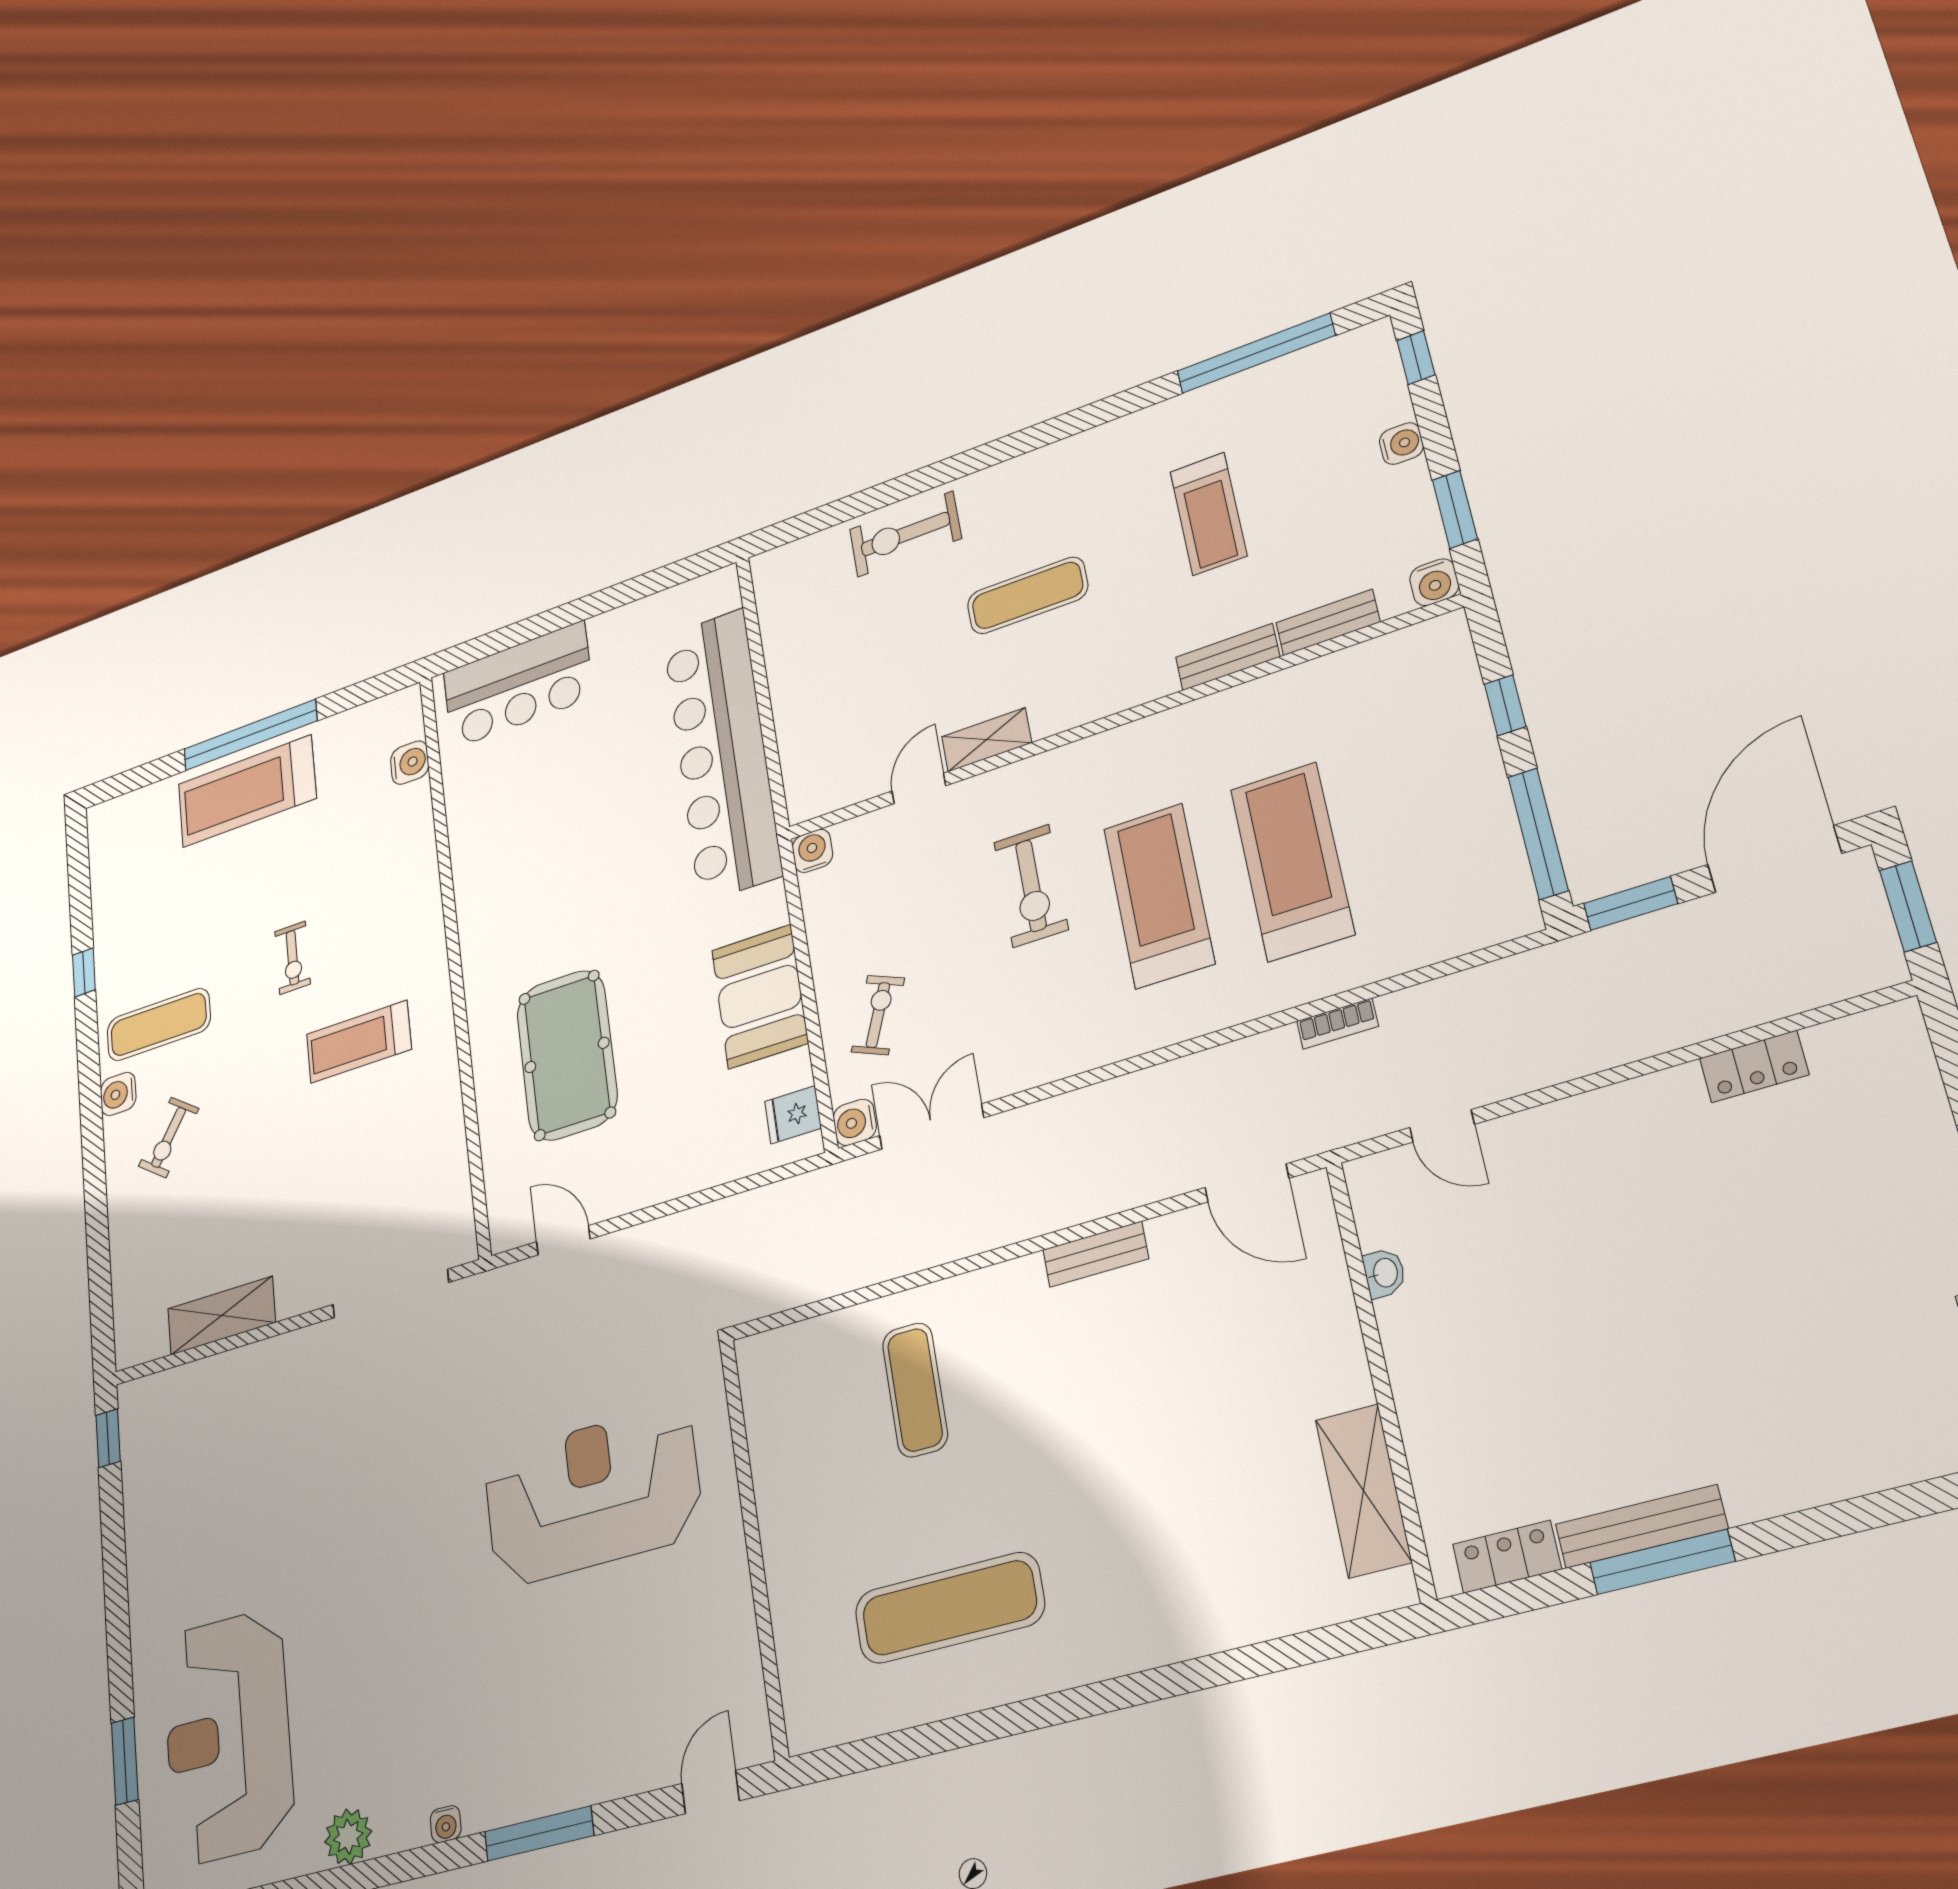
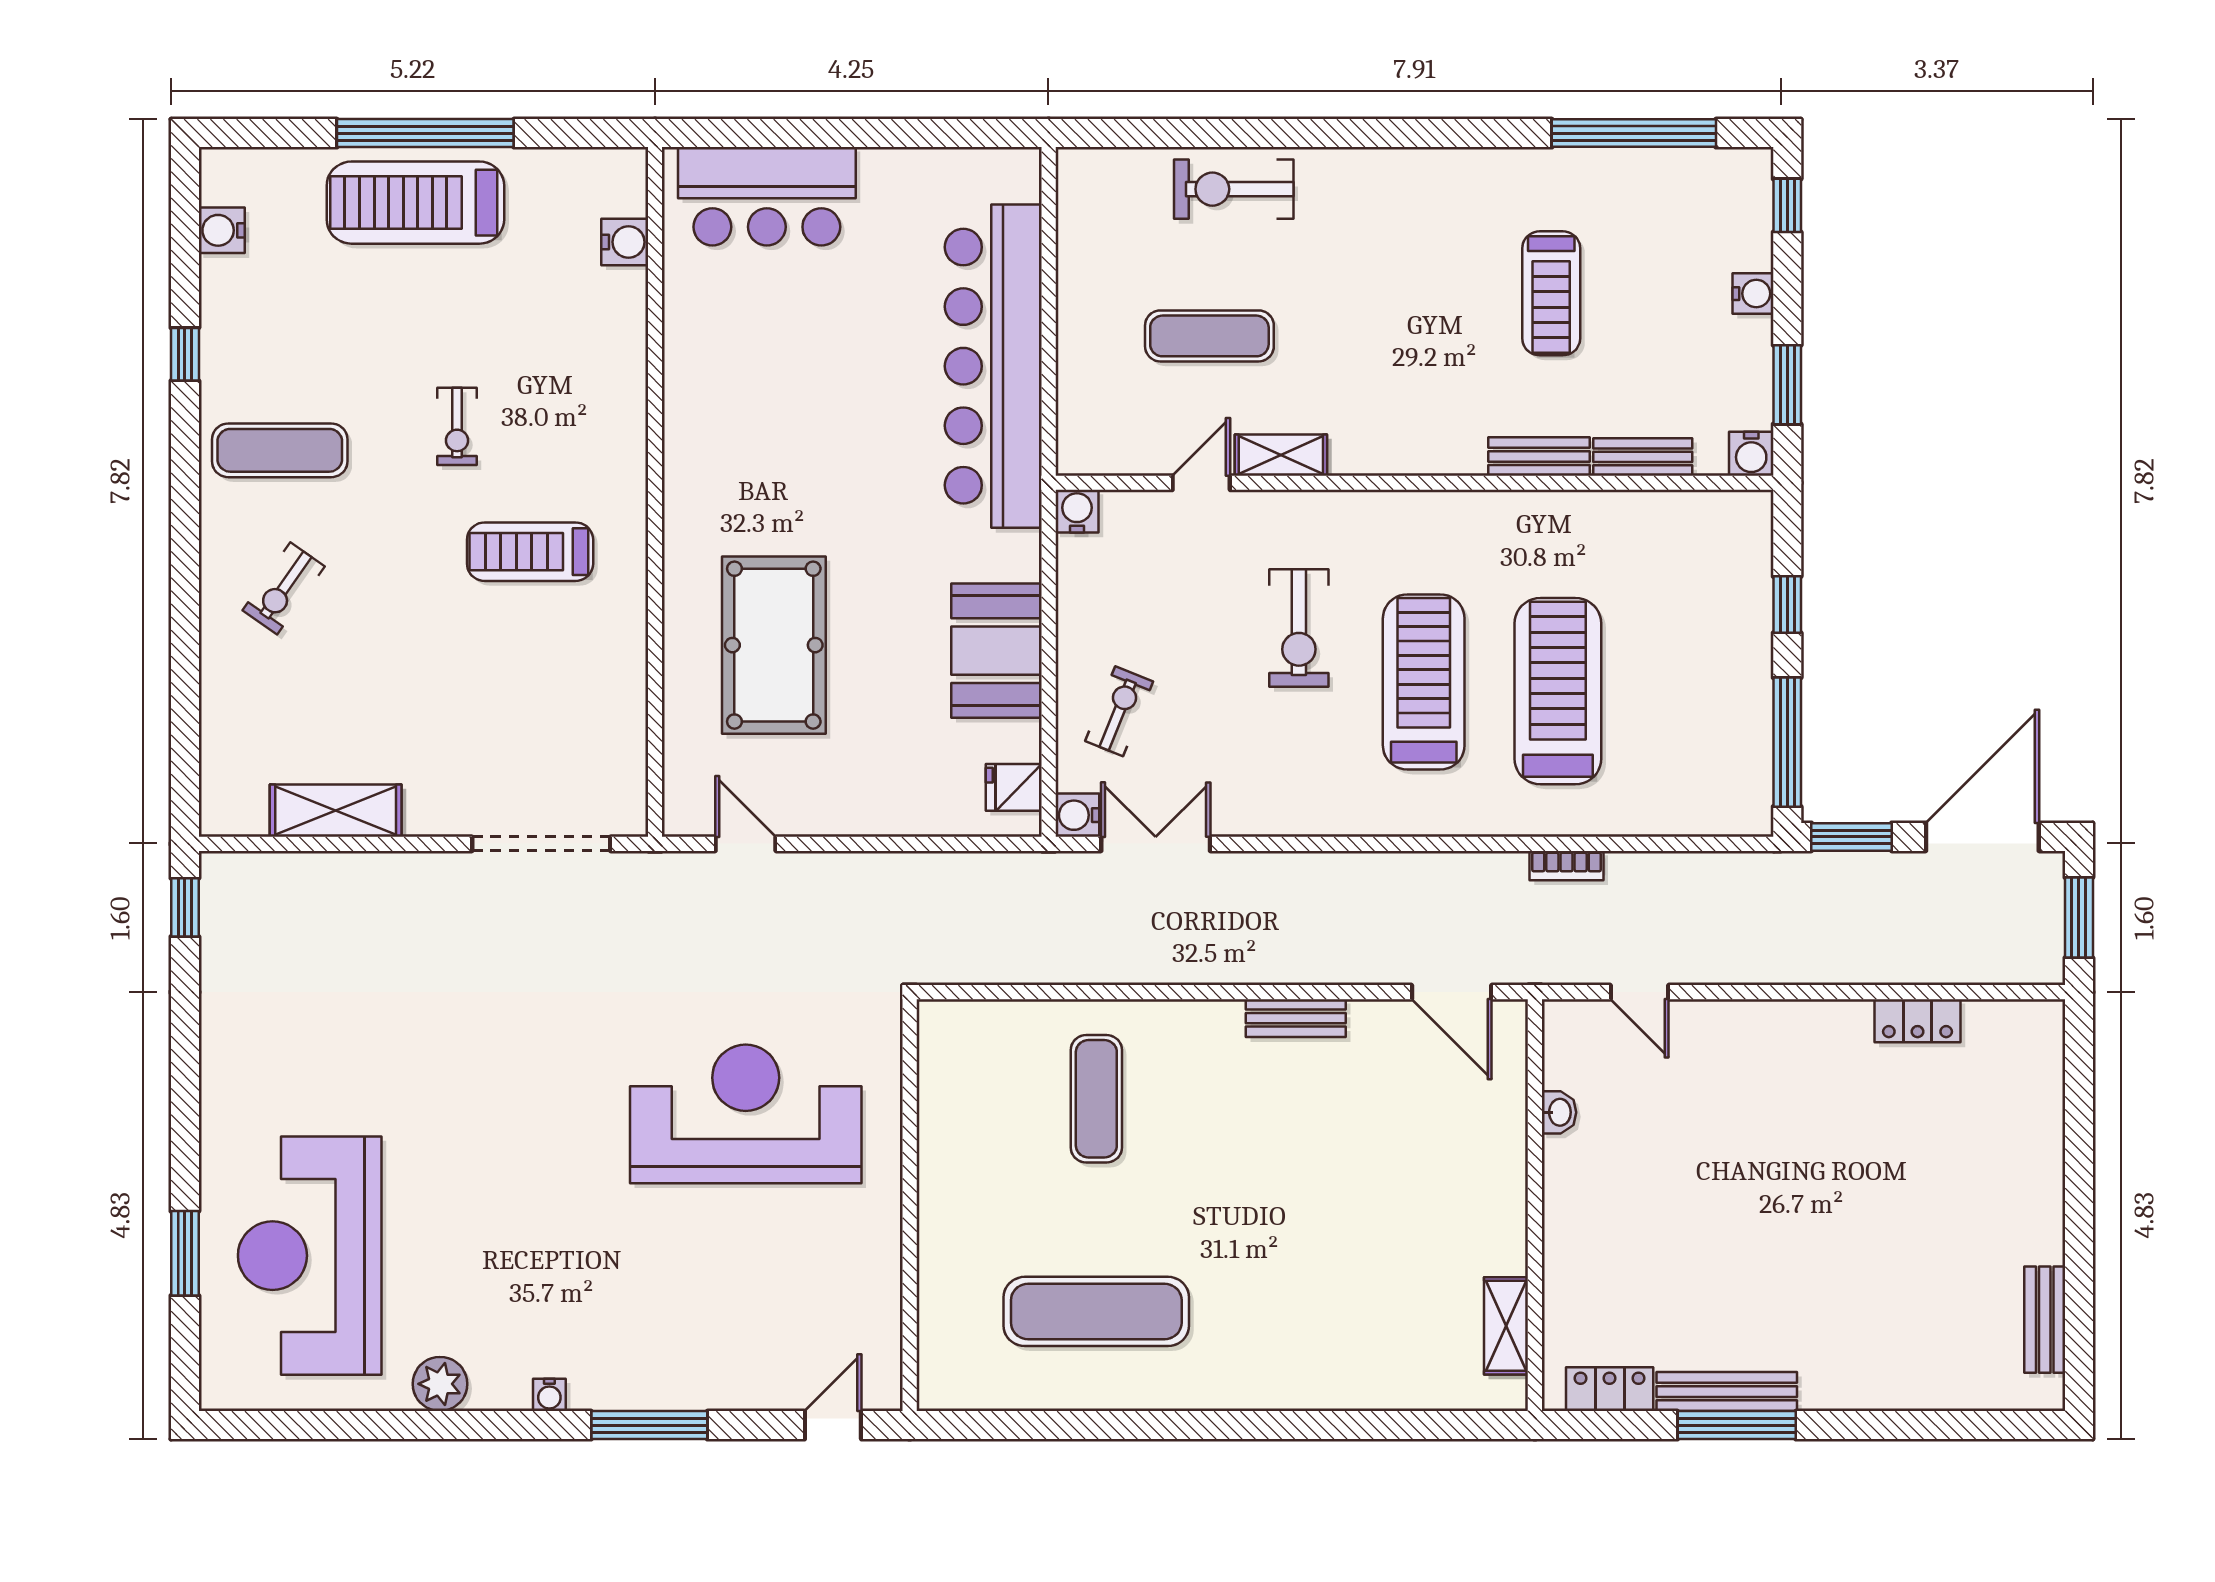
exercise mat: (1027, 595) -> (1209, 336), moved
water cooler: (118, 1094) -> (222, 230), moved
shelving: (1363, 1491) -> (1506, 1326), width x0.67, depth x0.75

